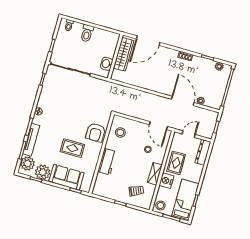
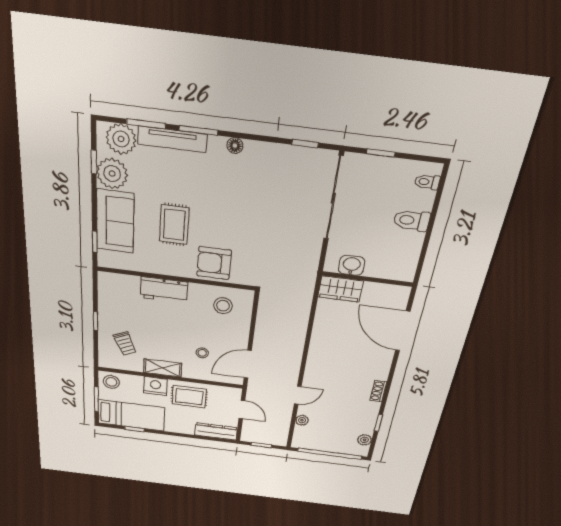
wardrobe: (124, 54) -> (340, 289), moved, width x0.67
door: (183, 101) -> (298, 395), width x0.53

